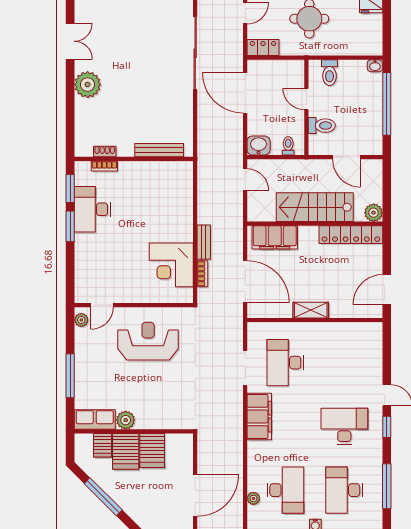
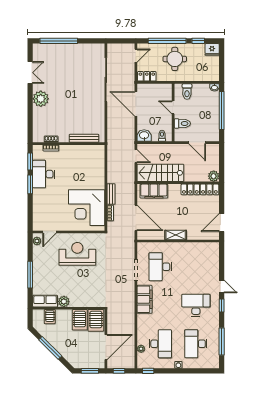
stairs: (315, 207) -> (160, 173), moved
corner desk: (171, 265) -> (87, 208), width x1.36, depth x1.36
server rack: (126, 451) -> (96, 320), moved

